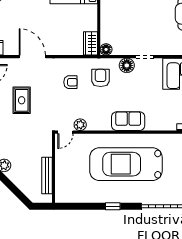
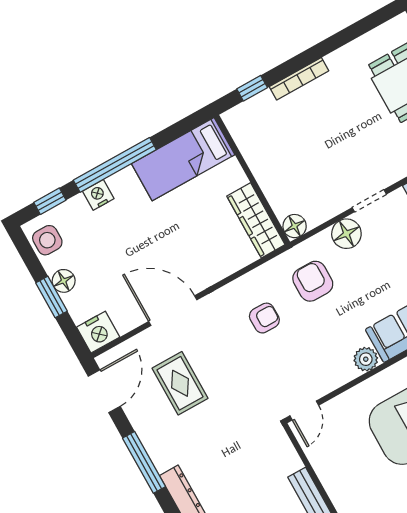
wardrobe: (91, 43) -> (256, 220), width x1.50
rug: (22, 100) -> (180, 383), moved
plant: (80, 125) -> (366, 359), moved

